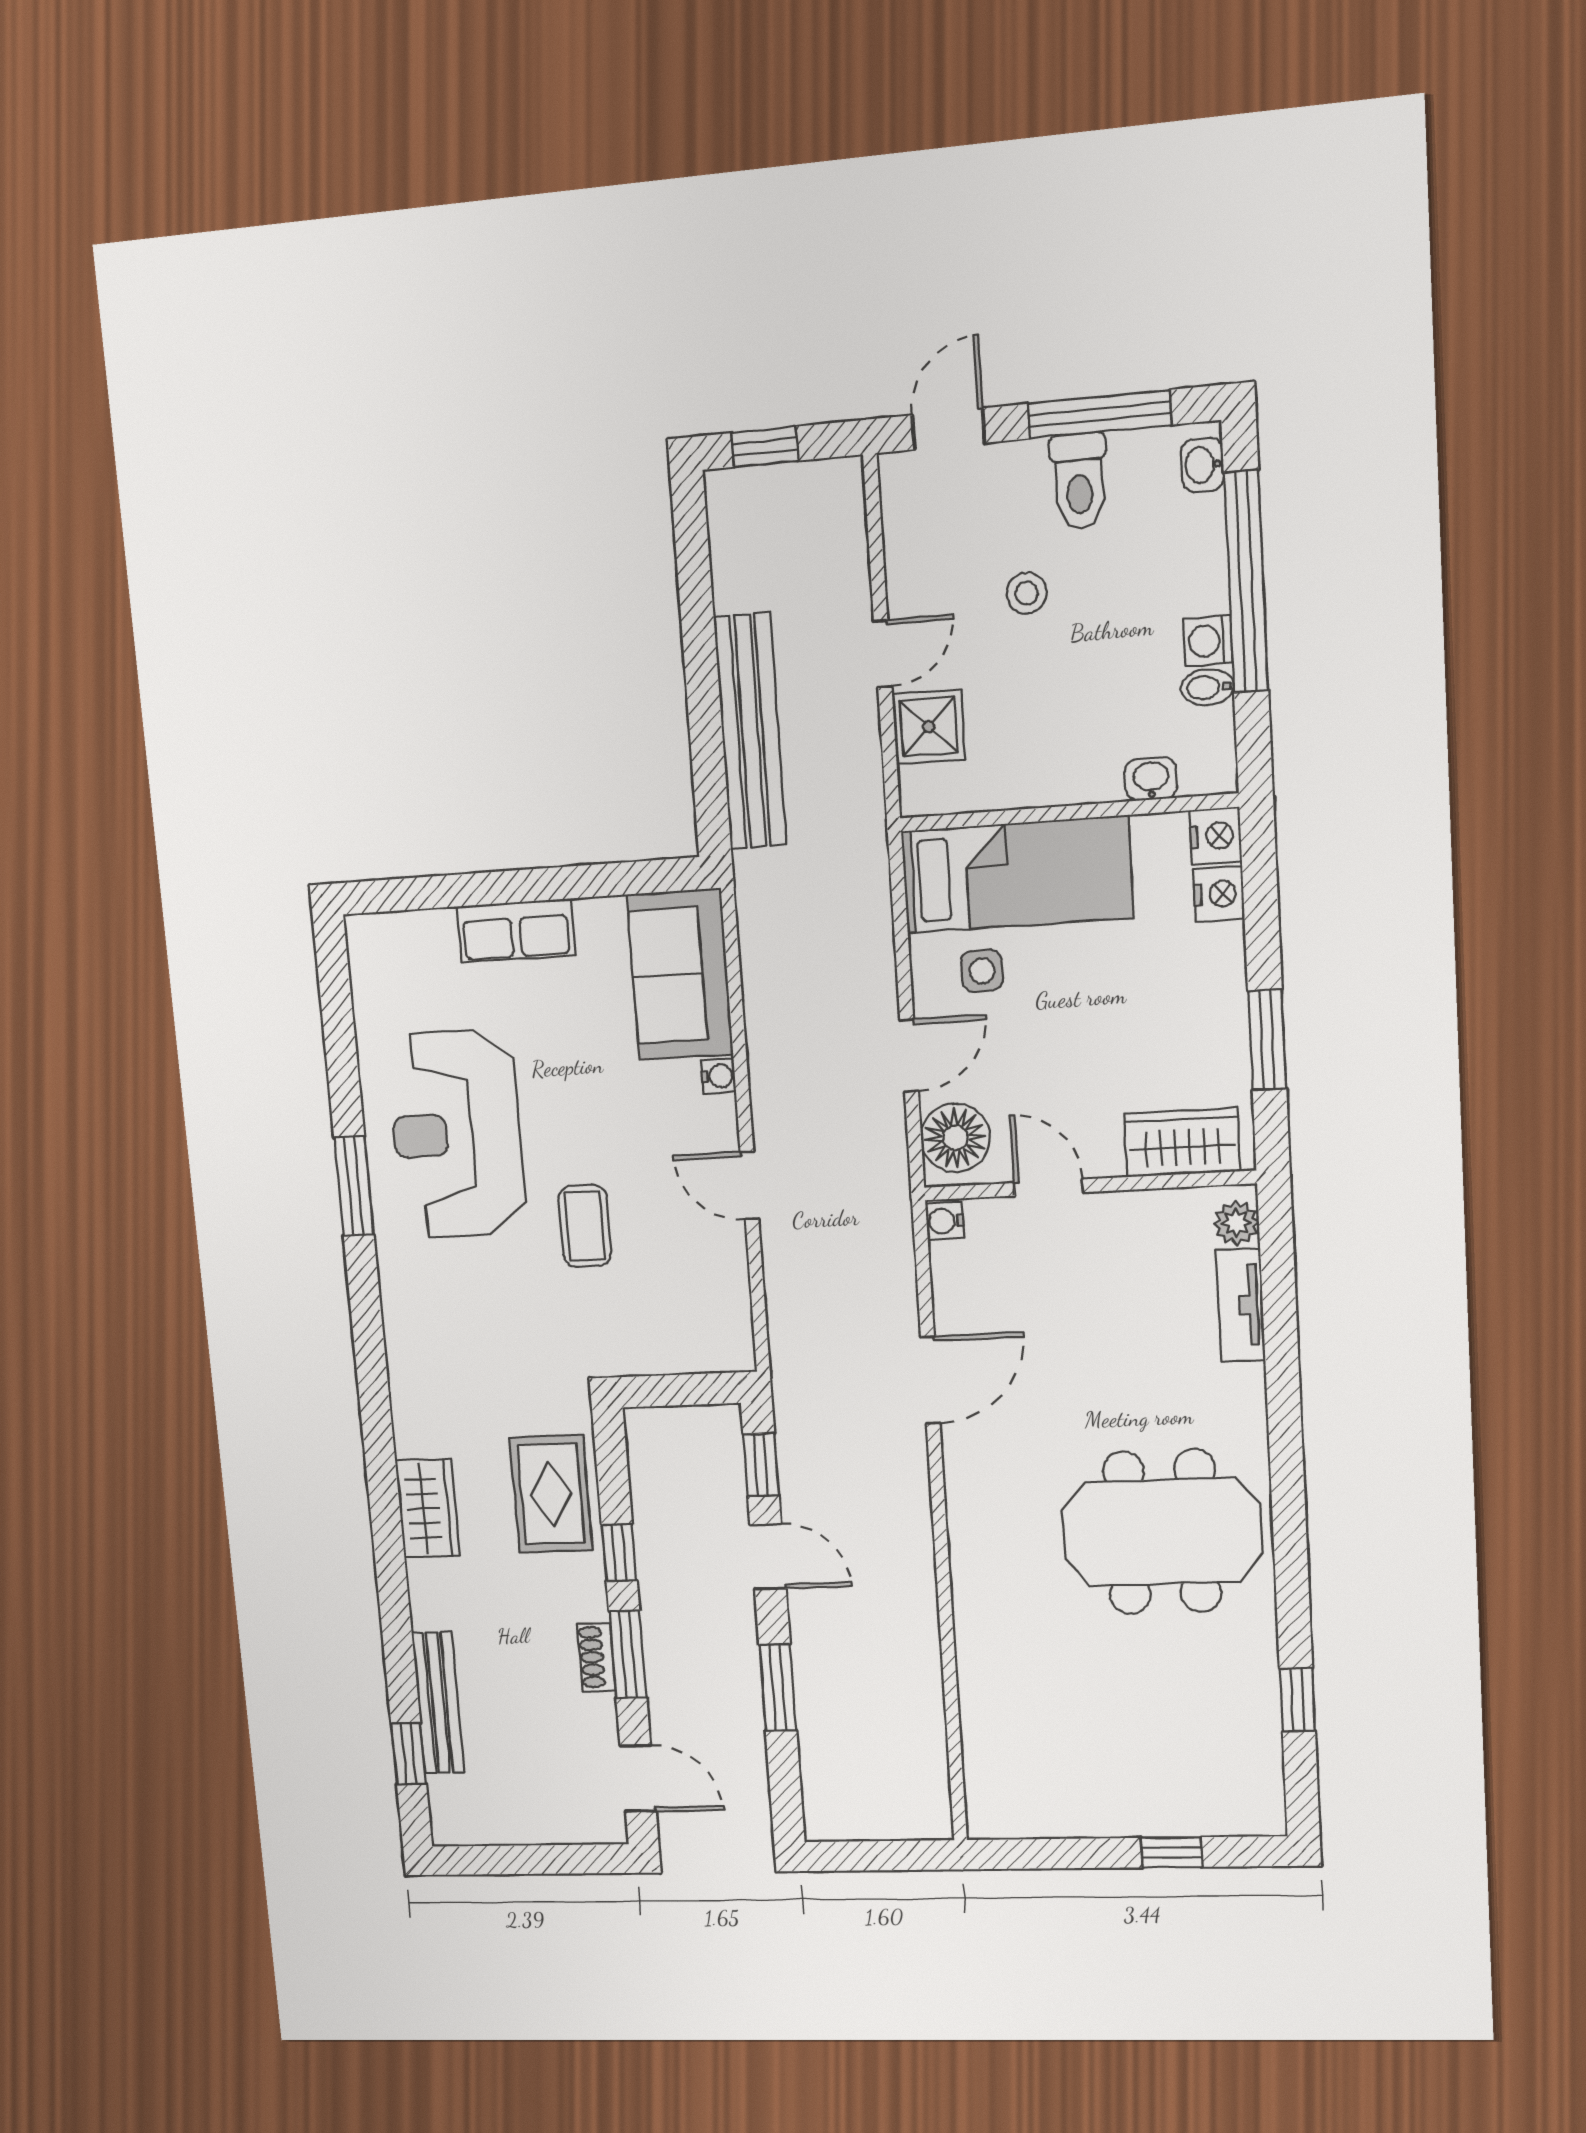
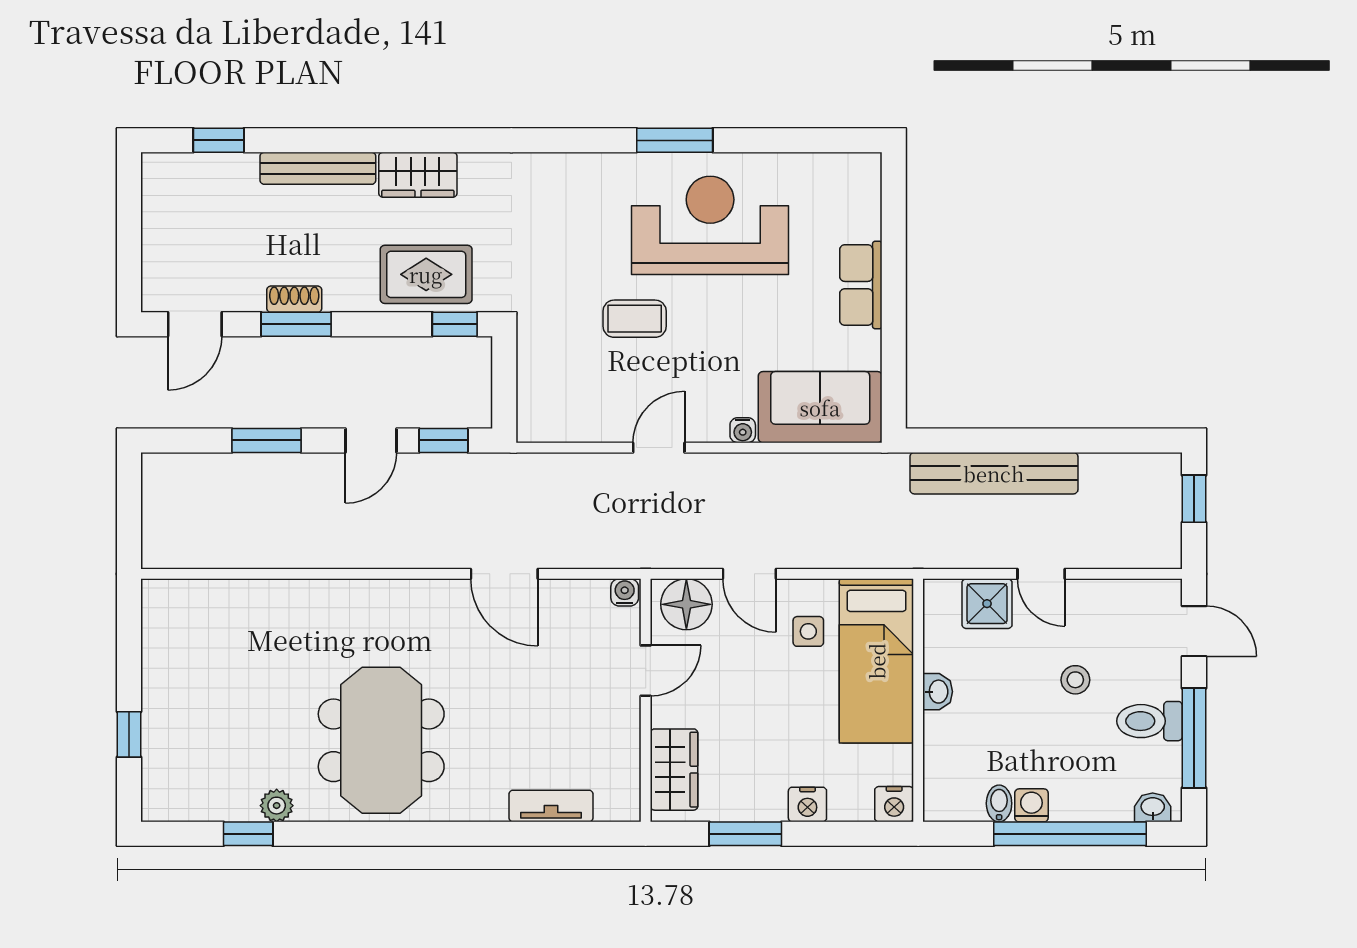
washbasin: (1151, 779) -> (938, 692), moved
nightstand: (1219, 894) -> (807, 804), moved
plant: (1236, 1223) -> (277, 806), moved
window: (619, 1553) -> (455, 324), moved
bench: (438, 1703) -> (318, 168), moved

